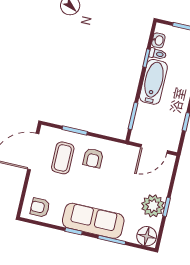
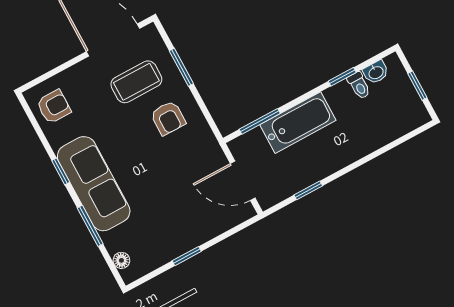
bathtub: (153, 82) -> (298, 123), moved
armchair: (93, 158) -> (168, 118), turned -90
plant: (153, 206) -> (174, 239), removed
armchair: (40, 207) -> (54, 107), turned 90
floor lamp: (147, 236) -> (121, 260), width x0.53, depth x0.53

